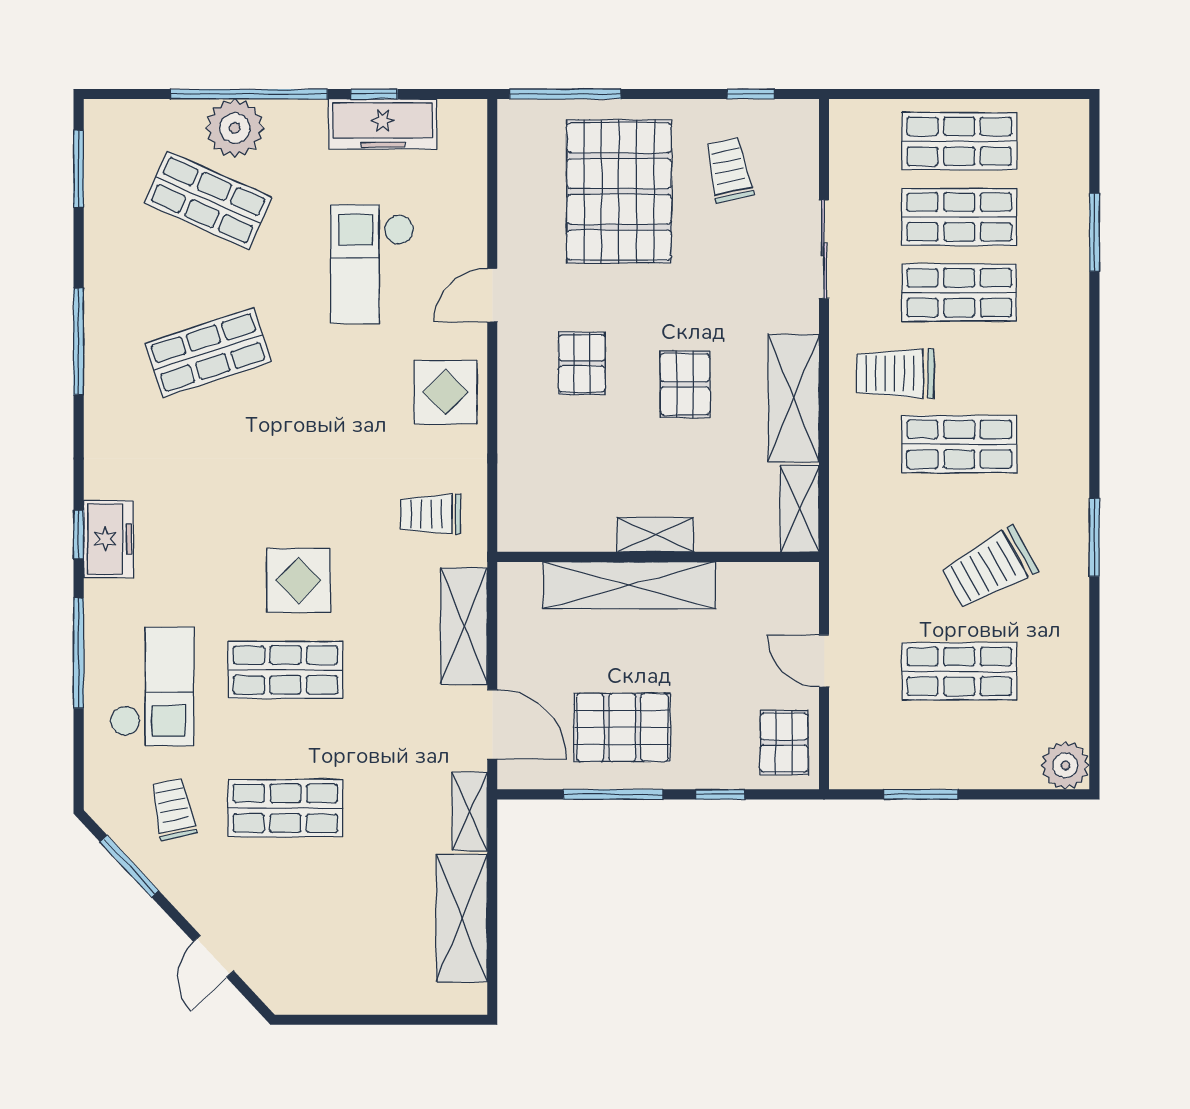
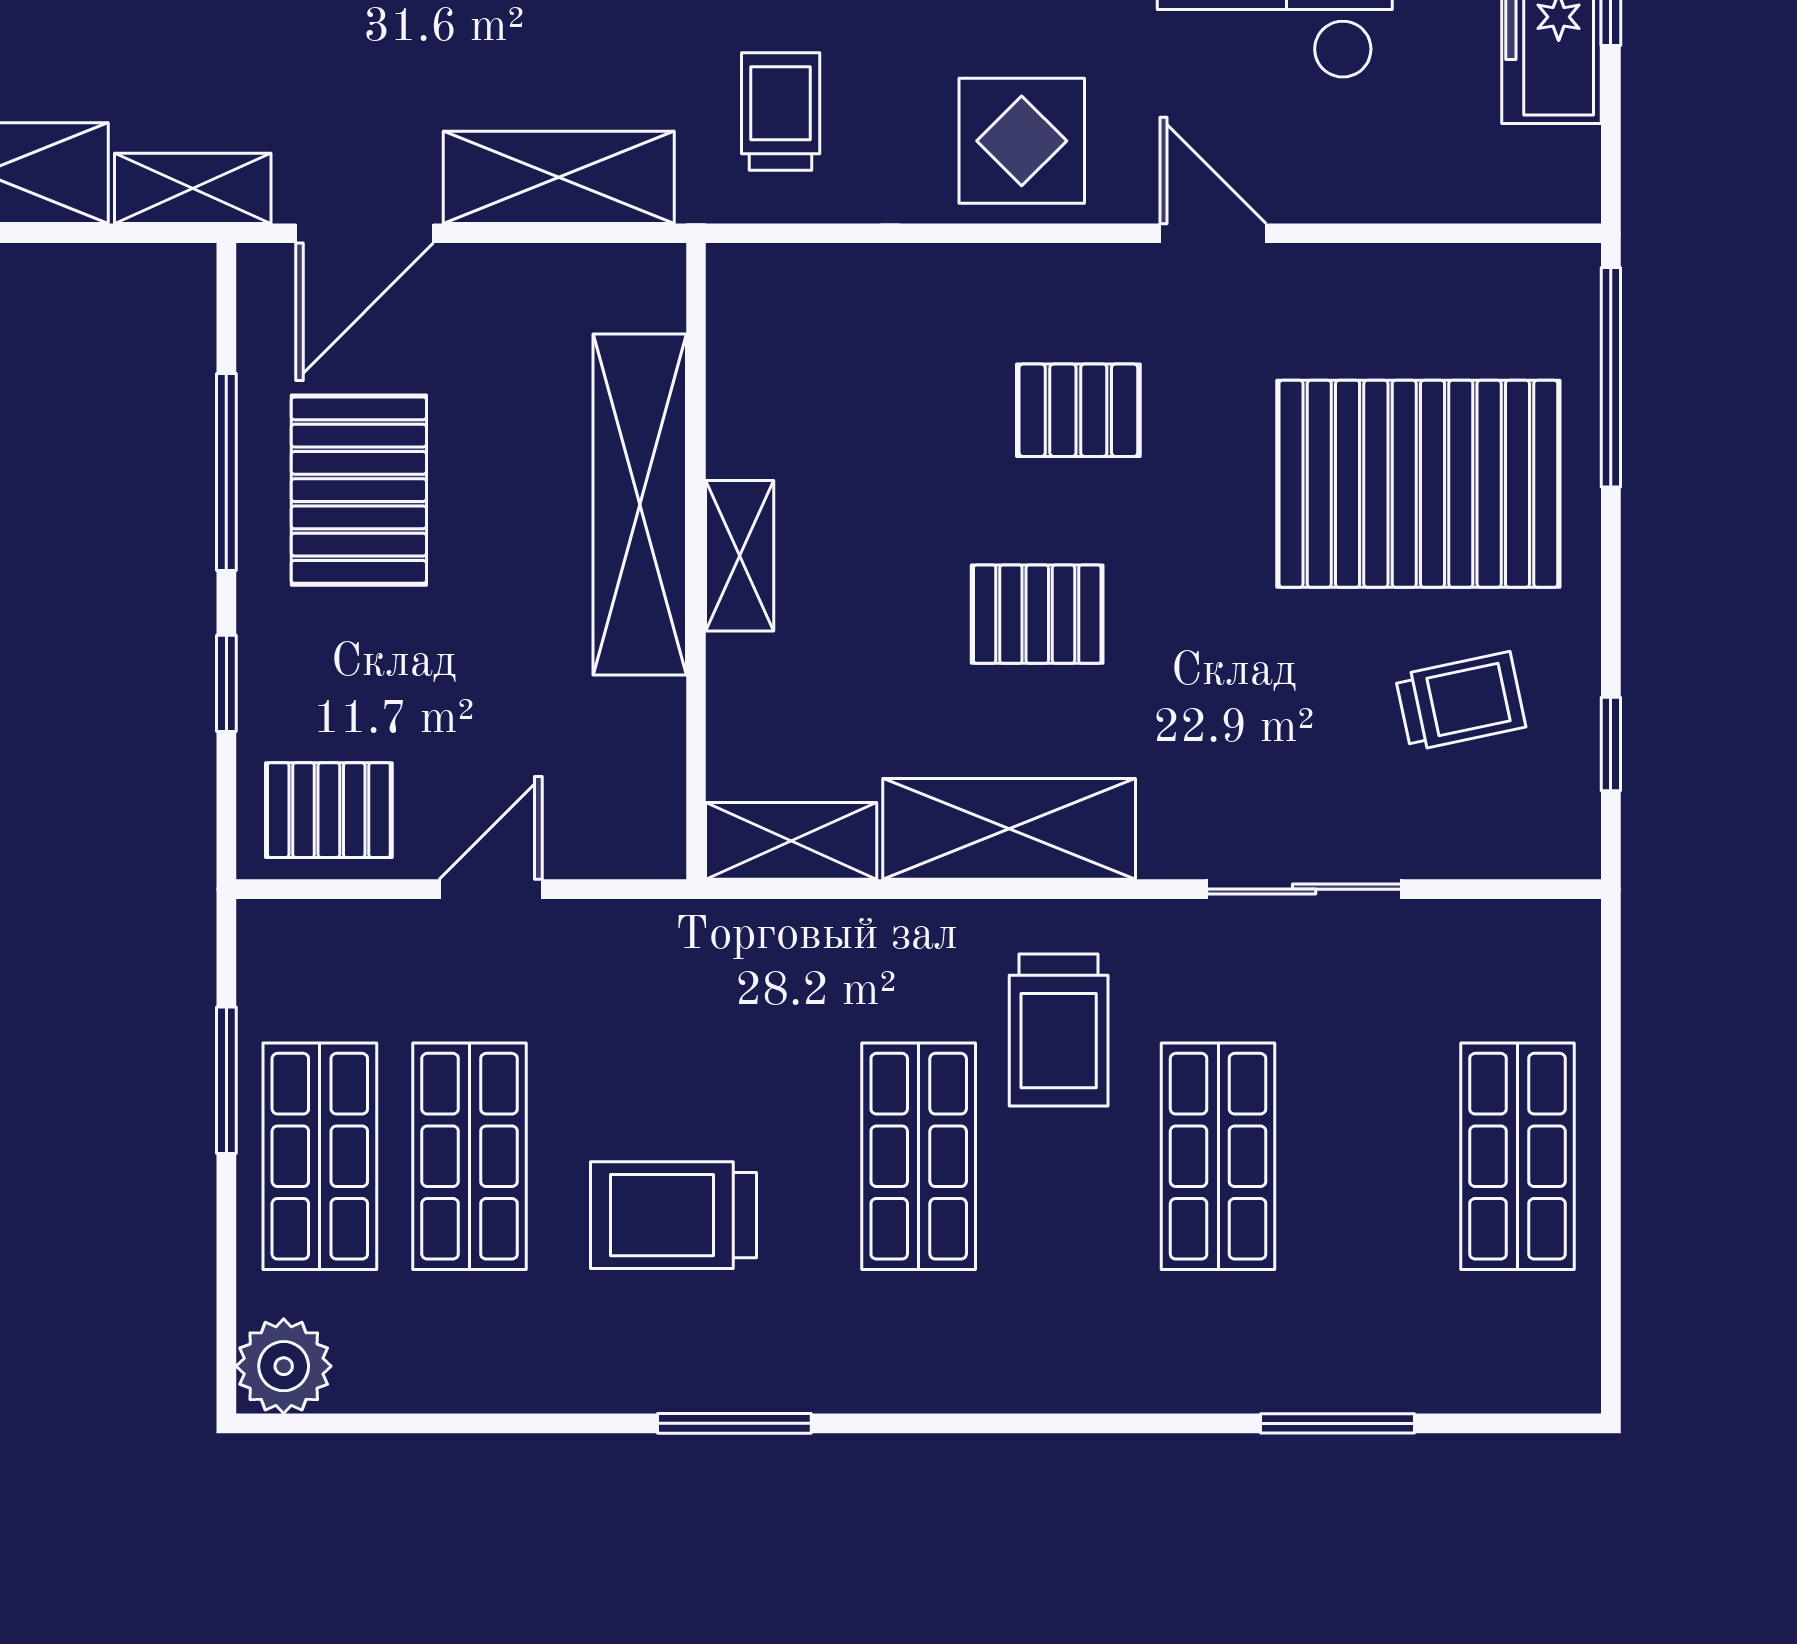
shop shelf: (959, 217) -> (320, 1156), moved
trolley: (895, 373) -> (1059, 1030), turned 180
trolley: (989, 568) -> (674, 1215), turned -61

